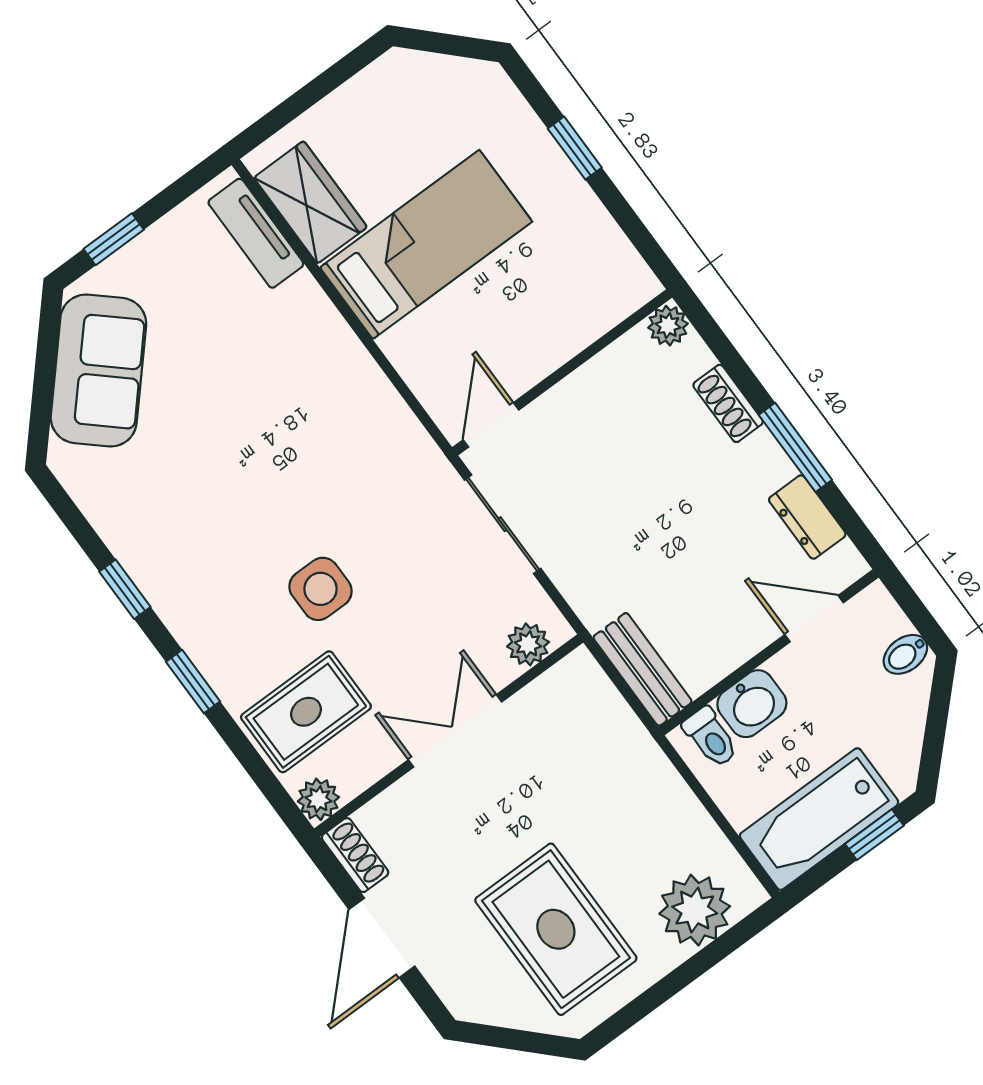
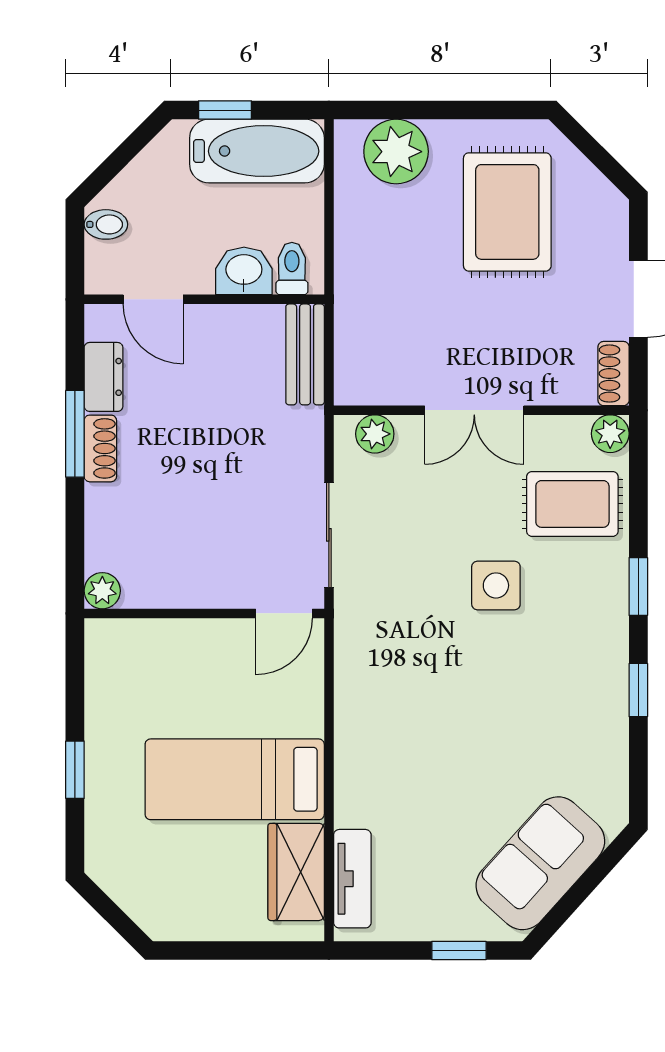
shoe rack: (728, 403) -> (100, 448), moved

